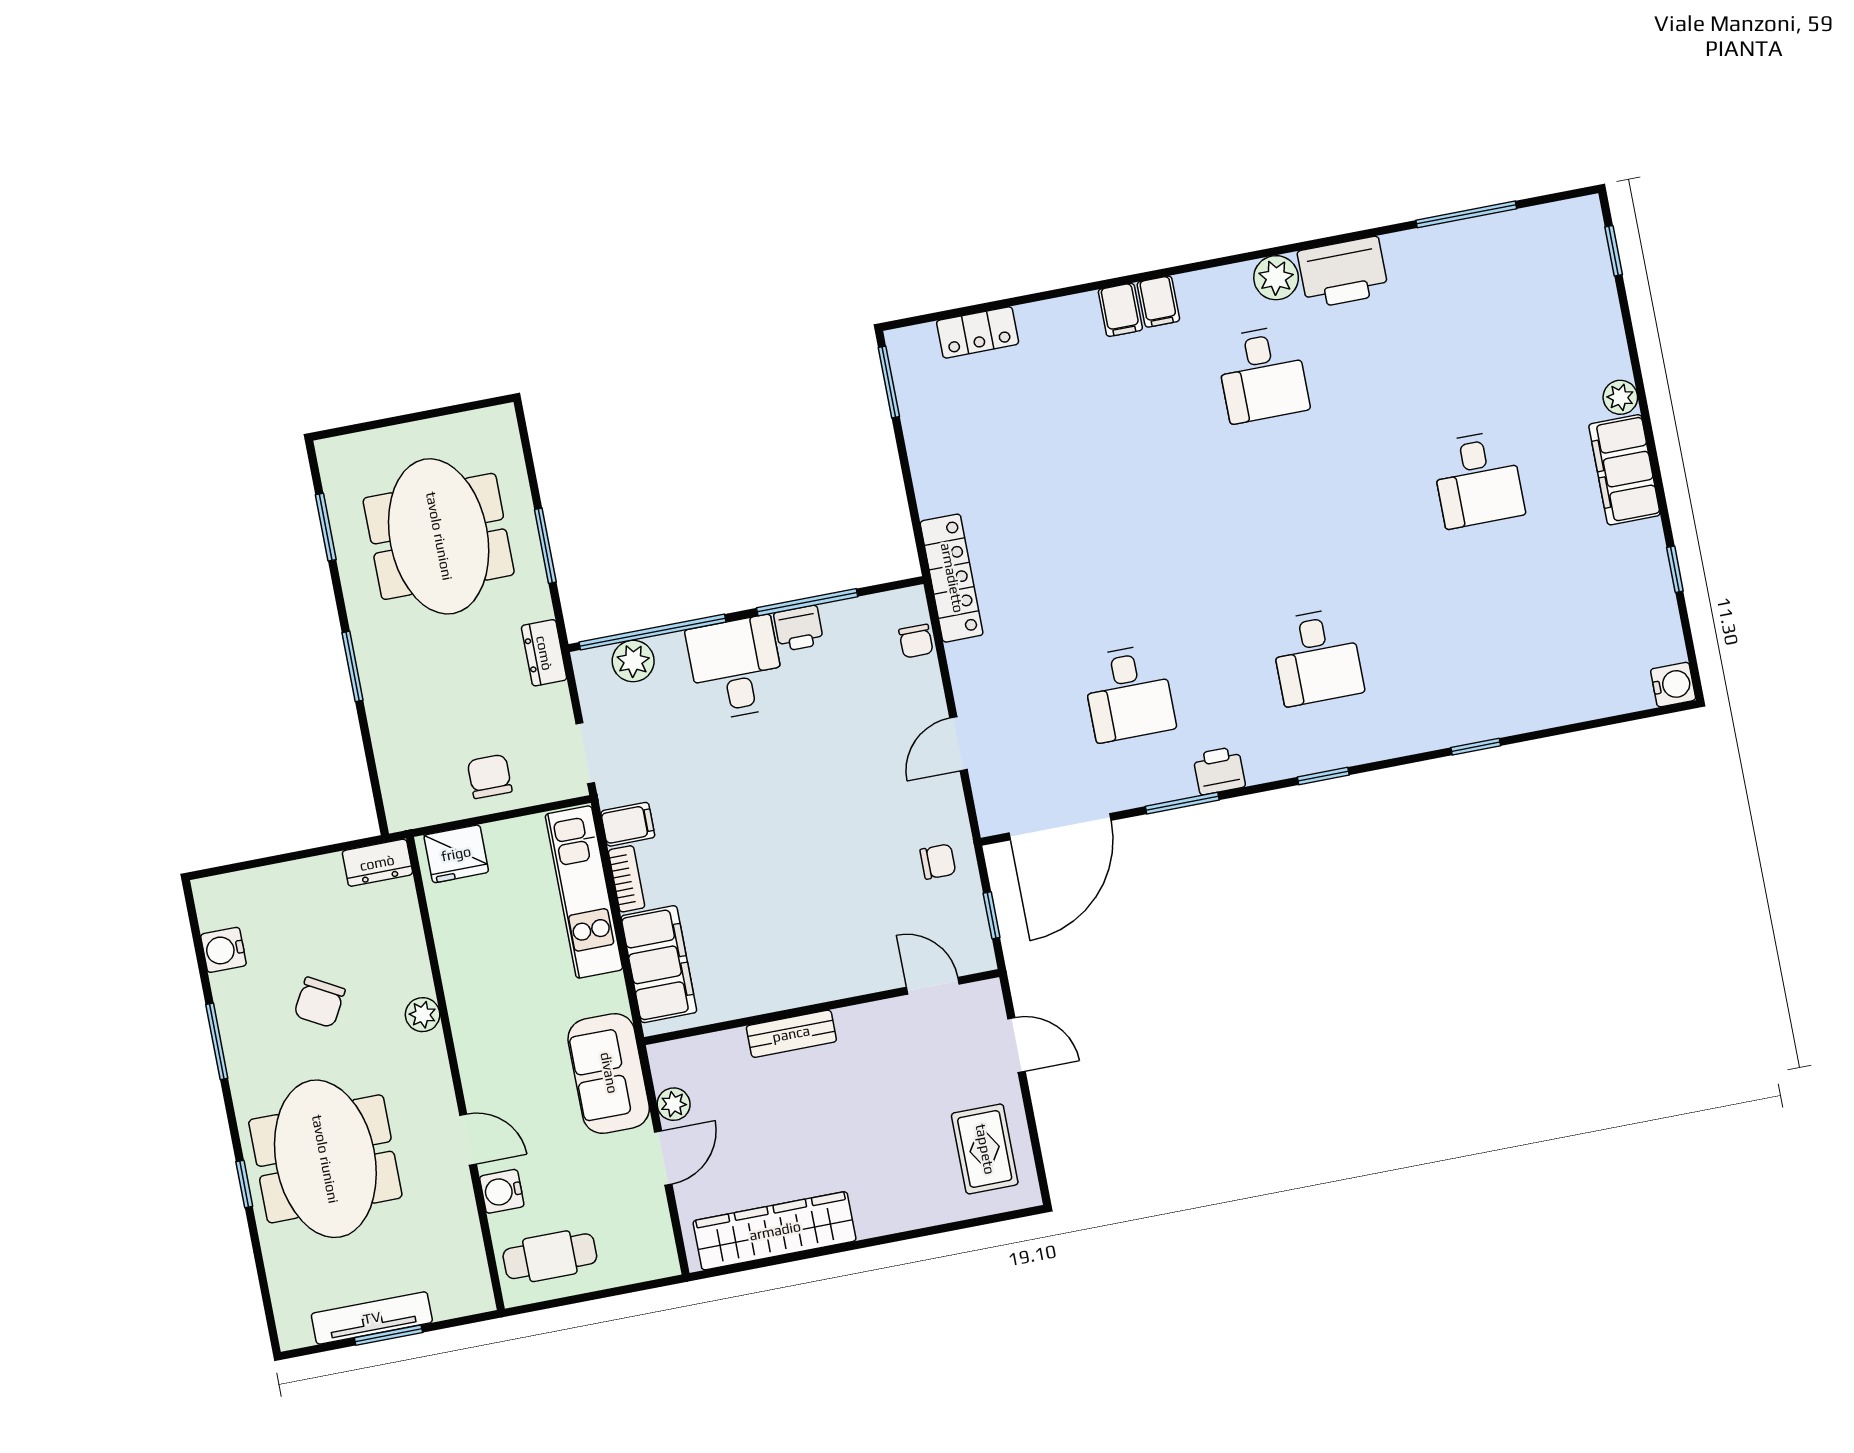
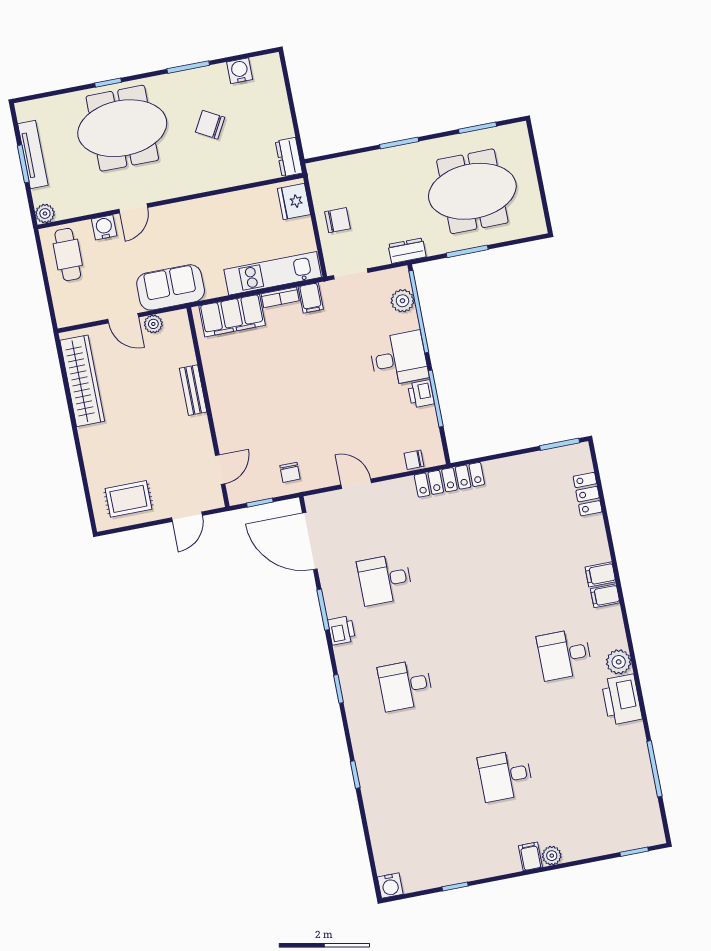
filing cabinet: (1624, 470) -> (530, 856), width x0.33, depth x0.86
plant: (423, 1015) -> (45, 214), moved

